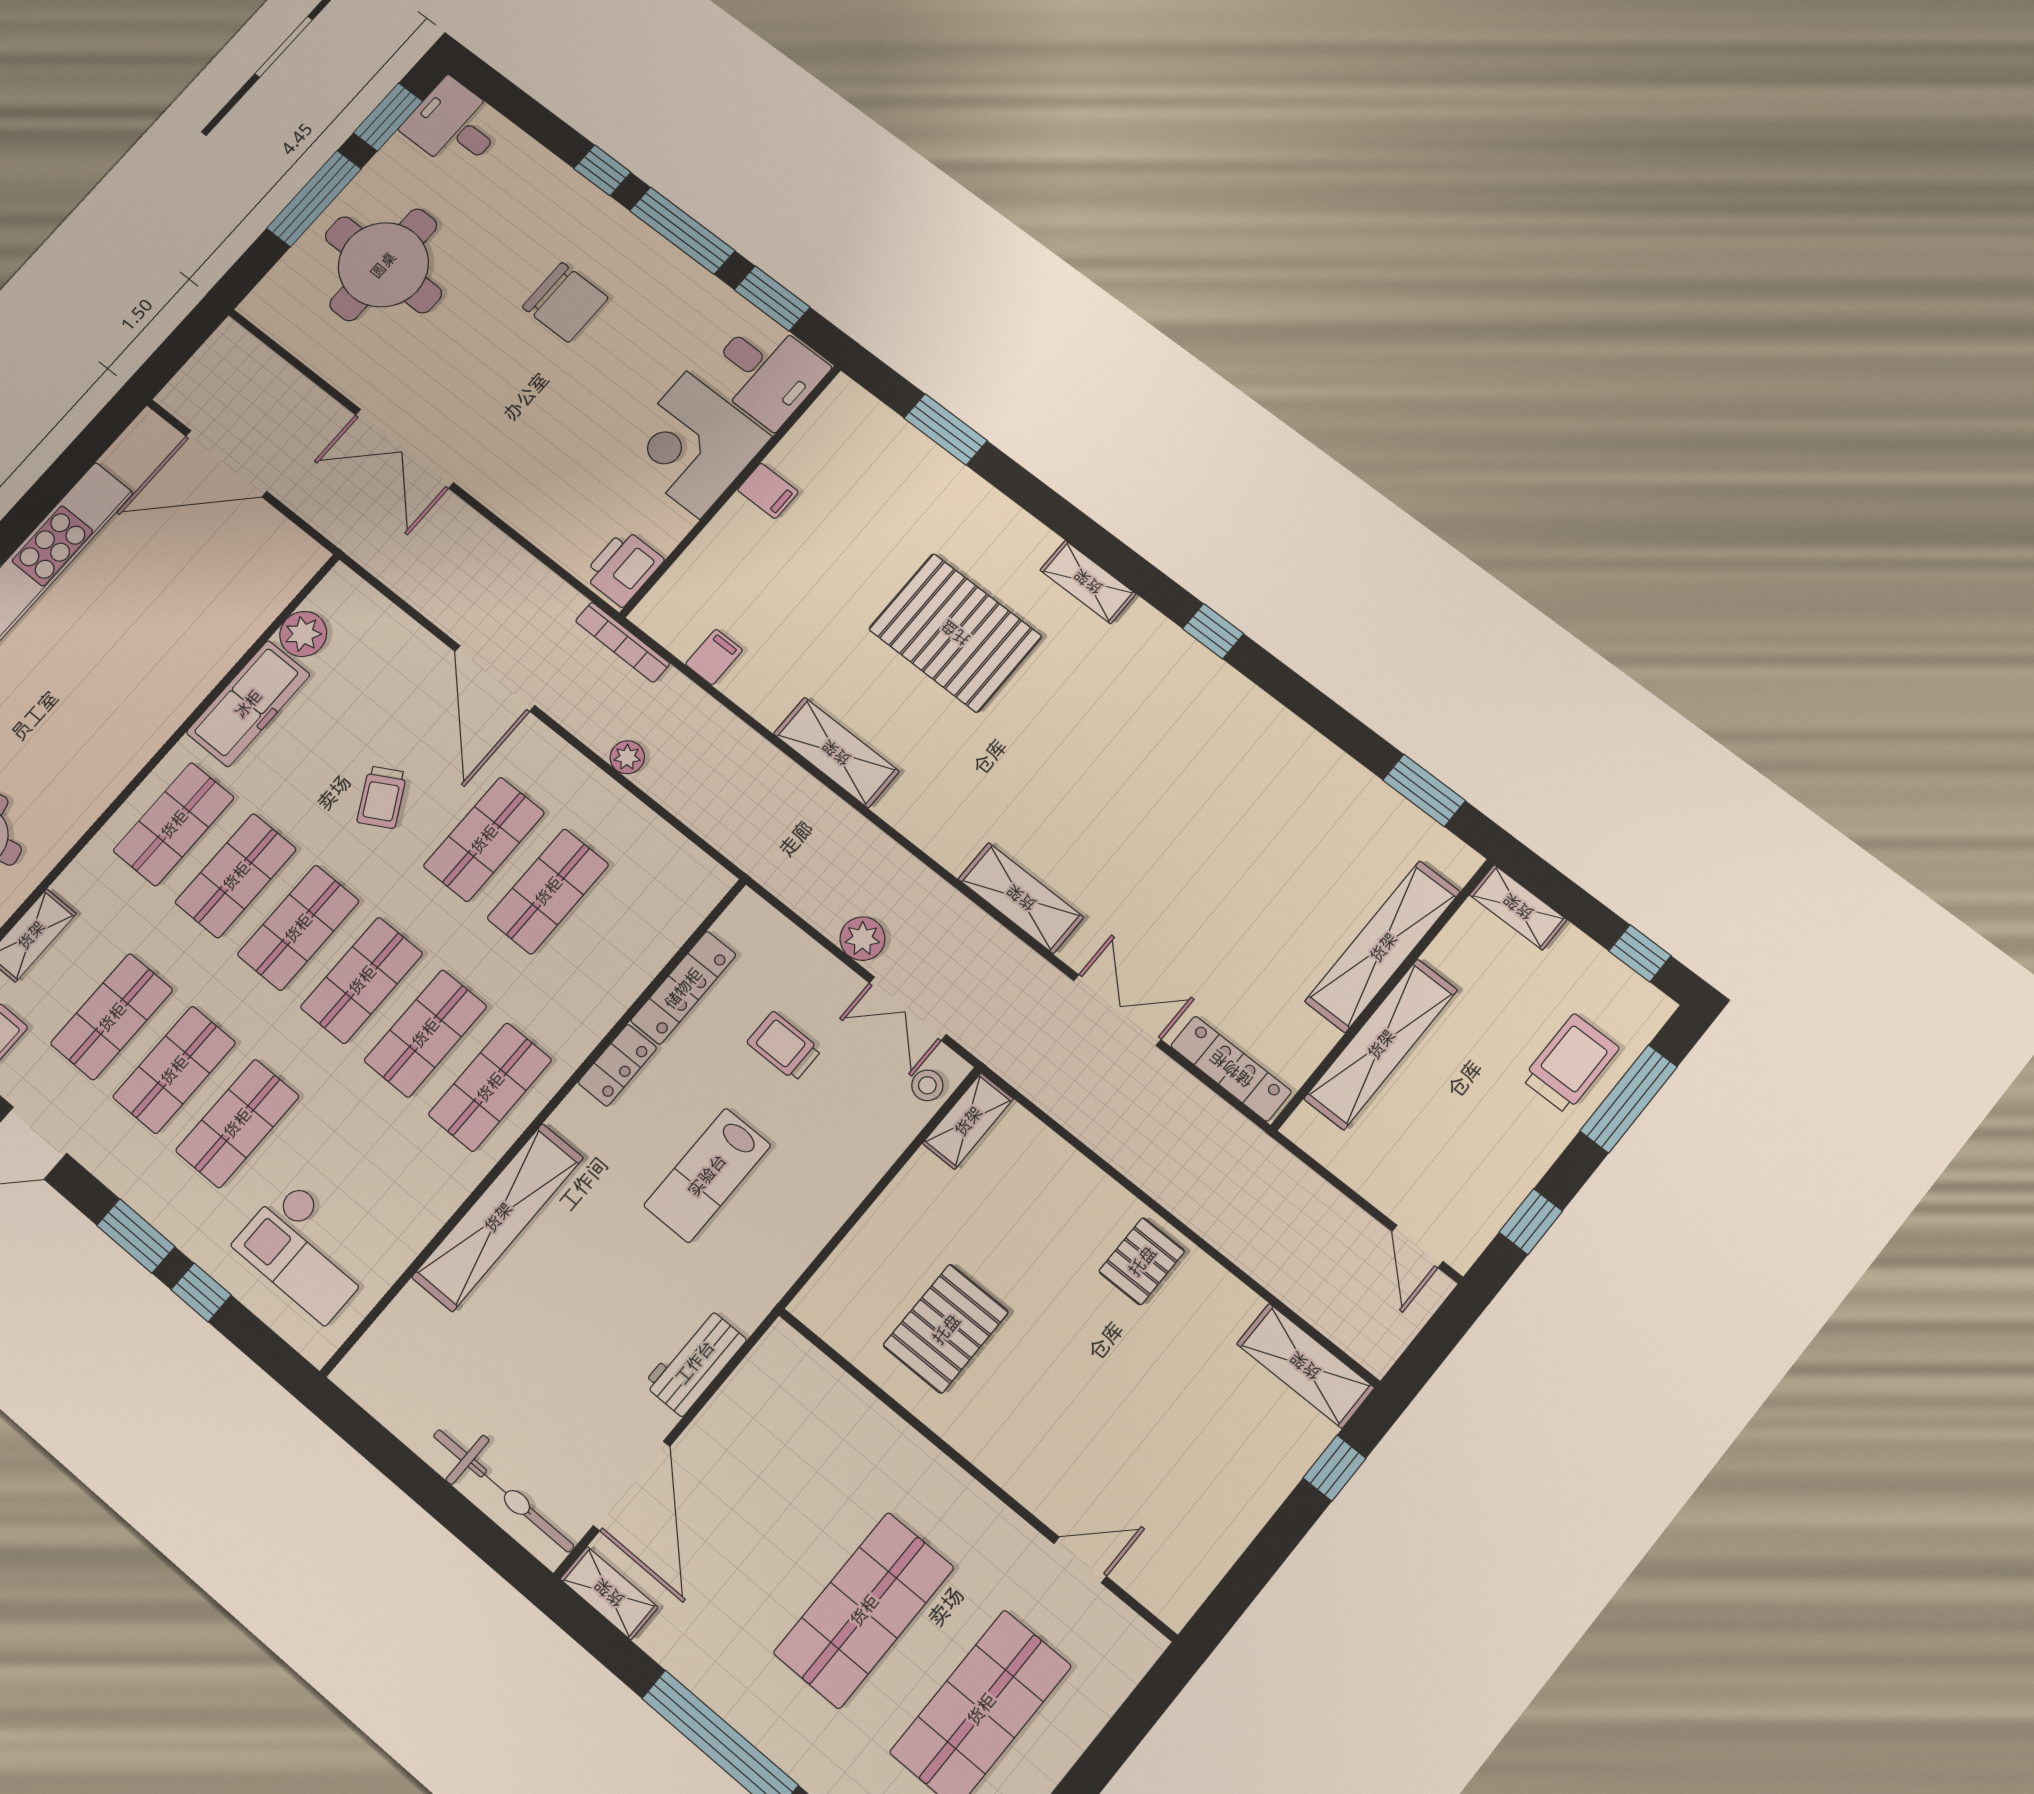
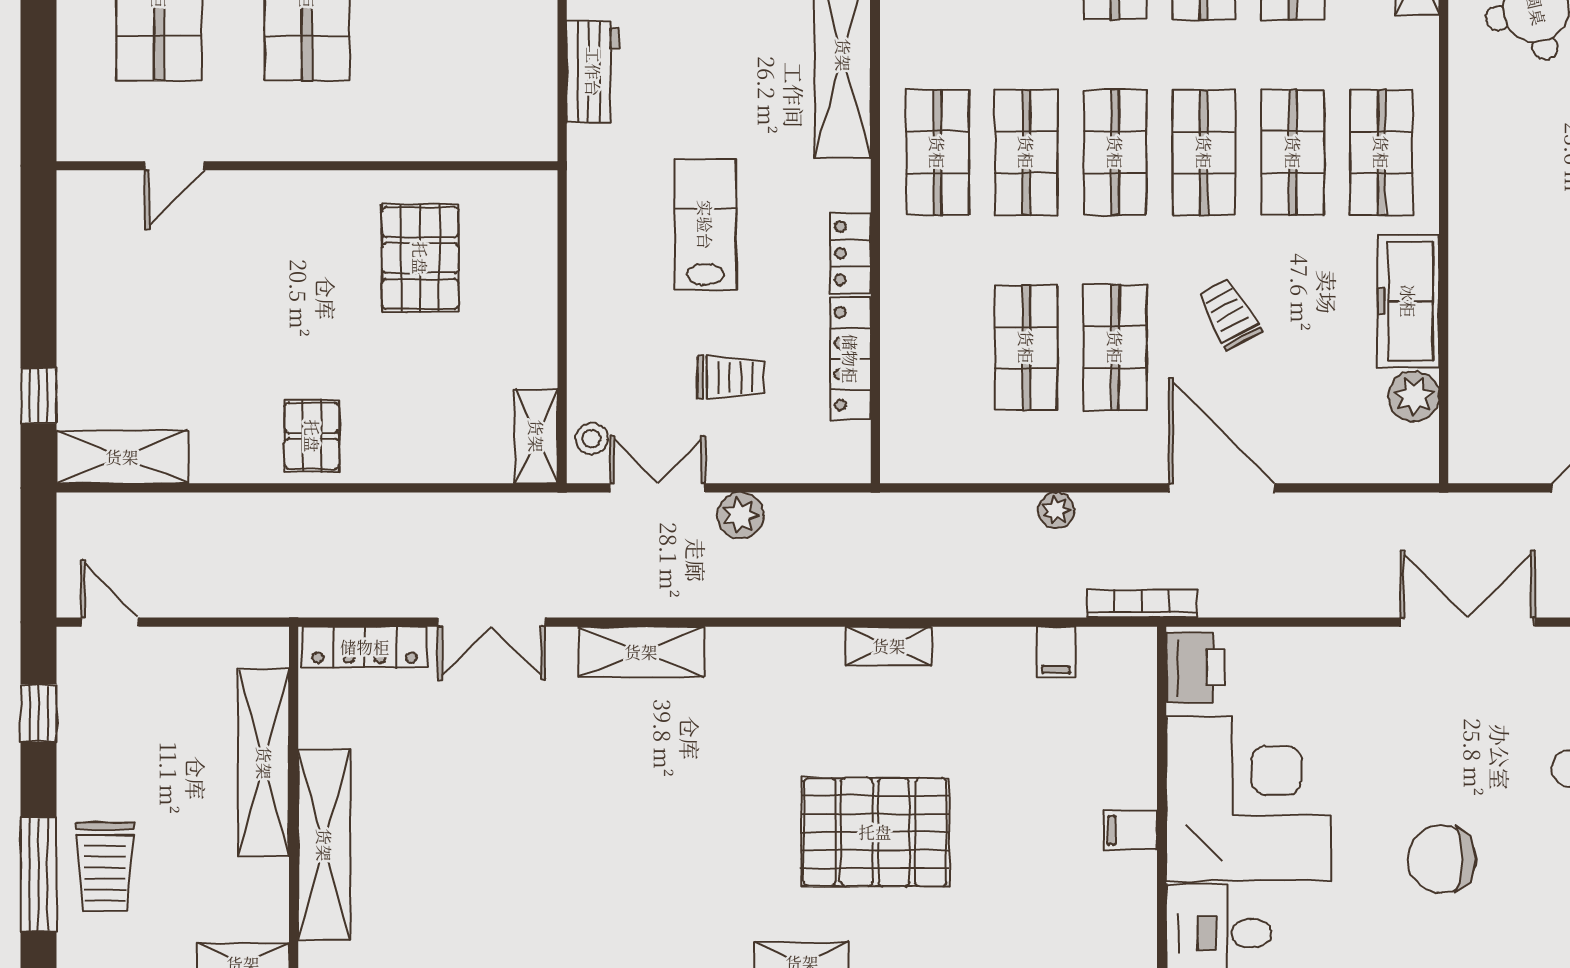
corner desk: (693, 445) -> (1248, 798), width x1.36, depth x1.36
shelving: (836, 753) -> (889, 646), width x0.67, depth x0.75

